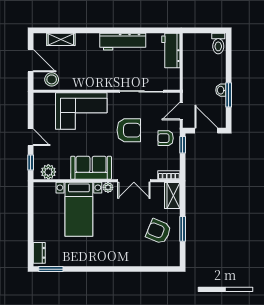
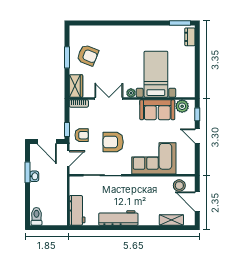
sofa: (91, 168) -> (157, 110), moved

